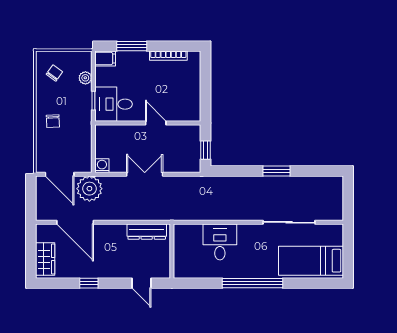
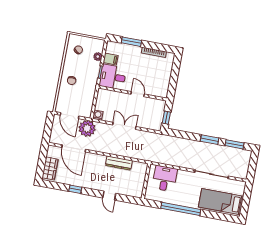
filing cabinet: (105, 59) -> (111, 59), moved
window: (315, 171) -> (235, 144), added
wall: (172, 251) -> (146, 181), moved

